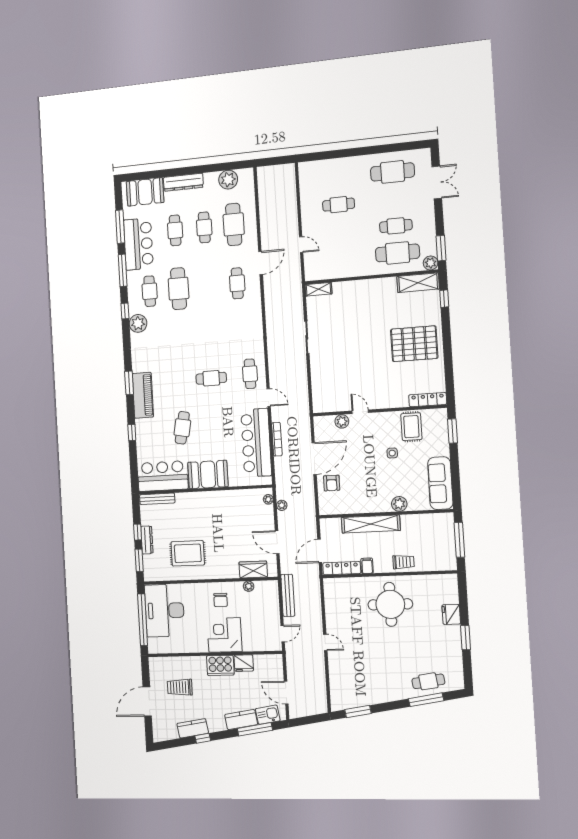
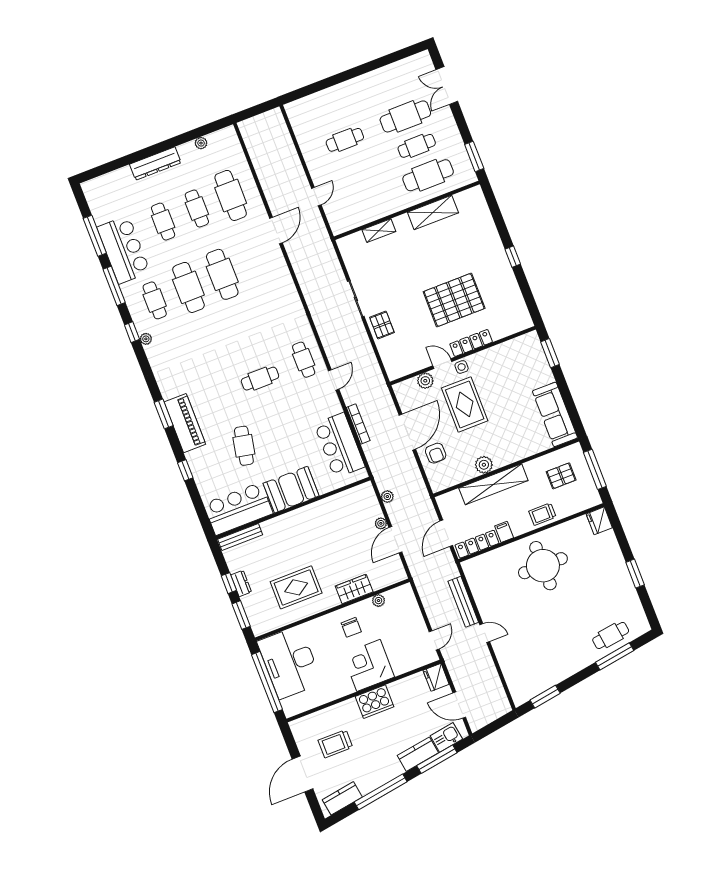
cafe table: (393, 172) -> (405, 116), moved
plant: (228, 180) -> (201, 143), width x0.53, depth x0.53
double door: (437, 182) -> (447, 86), swing flipped
booth: (145, 192) -> (112, 187), removed
door: (301, 245) -> (316, 197), hinge flipped
plant: (431, 263) -> (468, 176), removed
cafe table: (237, 283) -> (222, 274), moved, width x1.37, depth x1.35
shelving: (418, 283) -> (433, 212), moved
shelving: (318, 289) -> (379, 231), moved
window: (444, 299) -> (513, 257), moved
plant: (138, 323) -> (146, 339), width x0.53, depth x0.53
pallet: (414, 344) -> (454, 300), moved
pallet: (321, 365) -> (382, 325), added
door: (269, 398) -> (334, 380), hinge flipped
locker: (428, 400) -> (471, 343), moved
rug: (411, 427) -> (465, 404), moved, width x1.36, depth x1.43
bar counter: (256, 443) -> (339, 445), width x0.73
side table: (392, 453) -> (462, 367), moved
plant: (268, 499) -> (381, 523), moved
plant: (399, 504) -> (484, 465), moved
pallet: (429, 536) -> (561, 476), added
dresser: (147, 540) -> (241, 584), width x0.70
door: (277, 542) -> (395, 540), hinge flipped
trolley: (403, 562) -> (542, 514), turned 180
wardrobe: (253, 570) -> (354, 589), moved
bench: (288, 595) -> (463, 602), moved
fridge: (451, 614) -> (599, 521), moved
fridge: (244, 663) -> (436, 677), moved, turned 90
kitchen counter: (193, 728) -> (342, 798), moved
window: (203, 738) -> (381, 792), width x3.17

